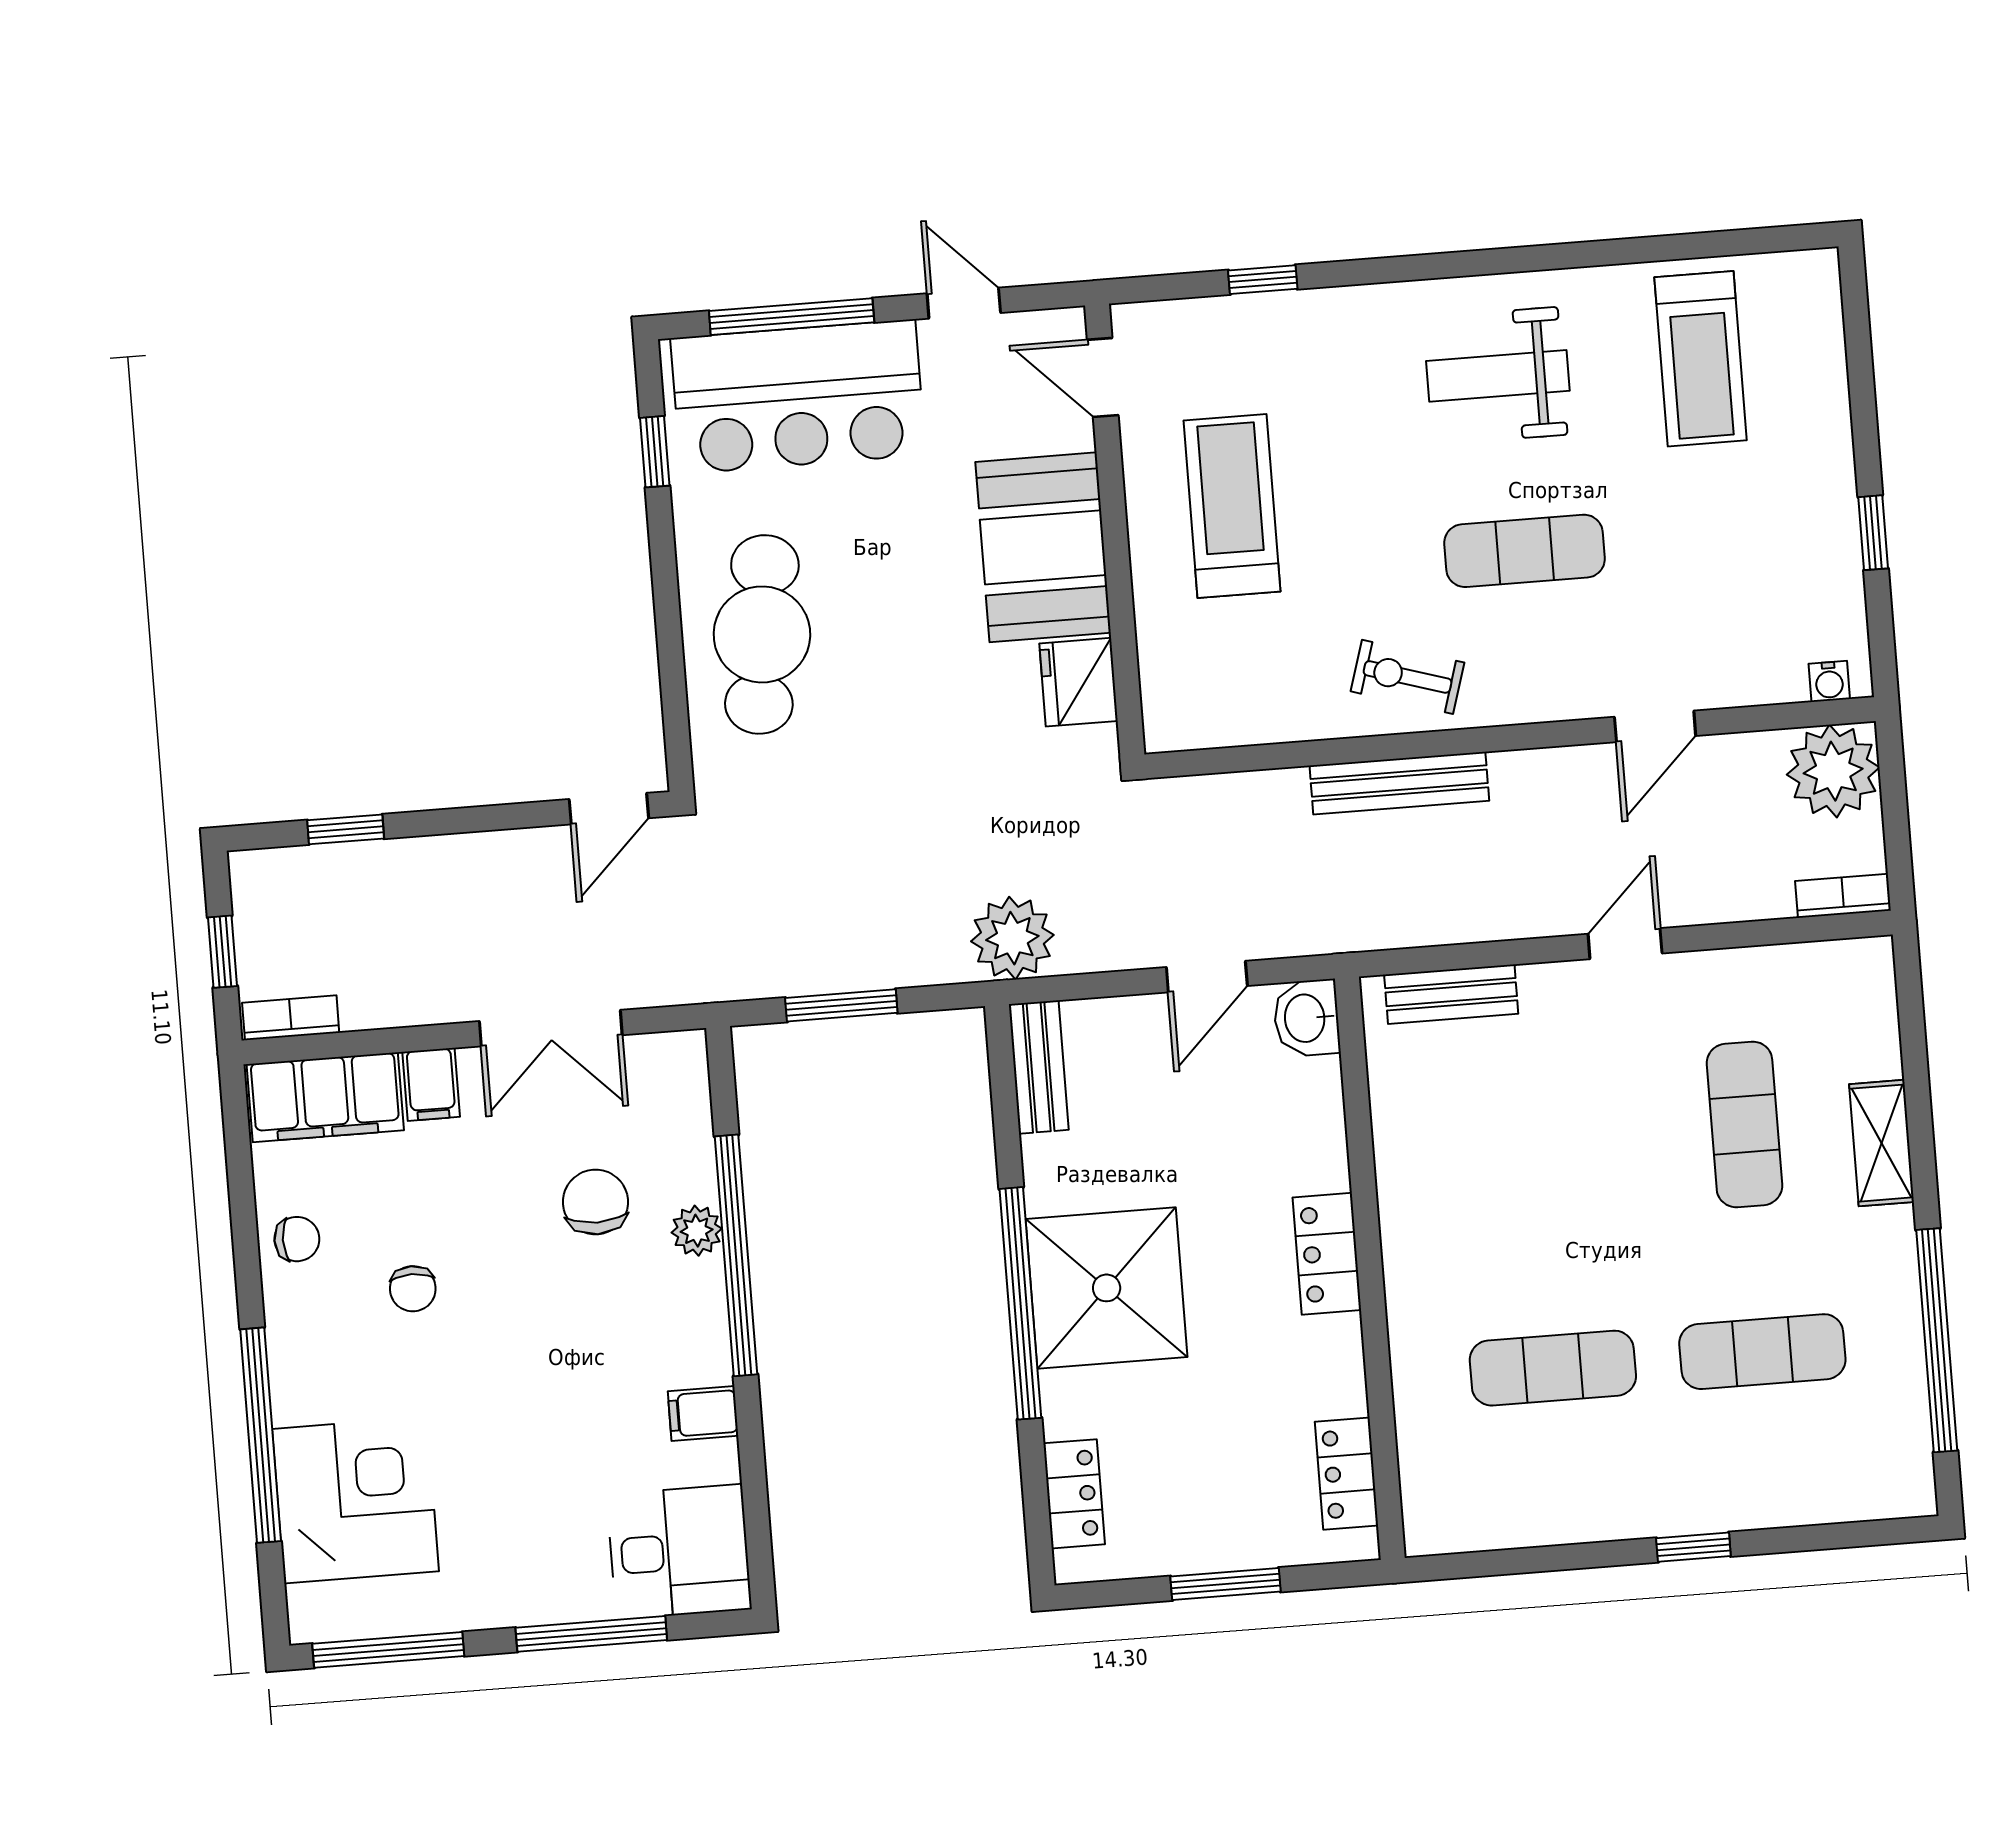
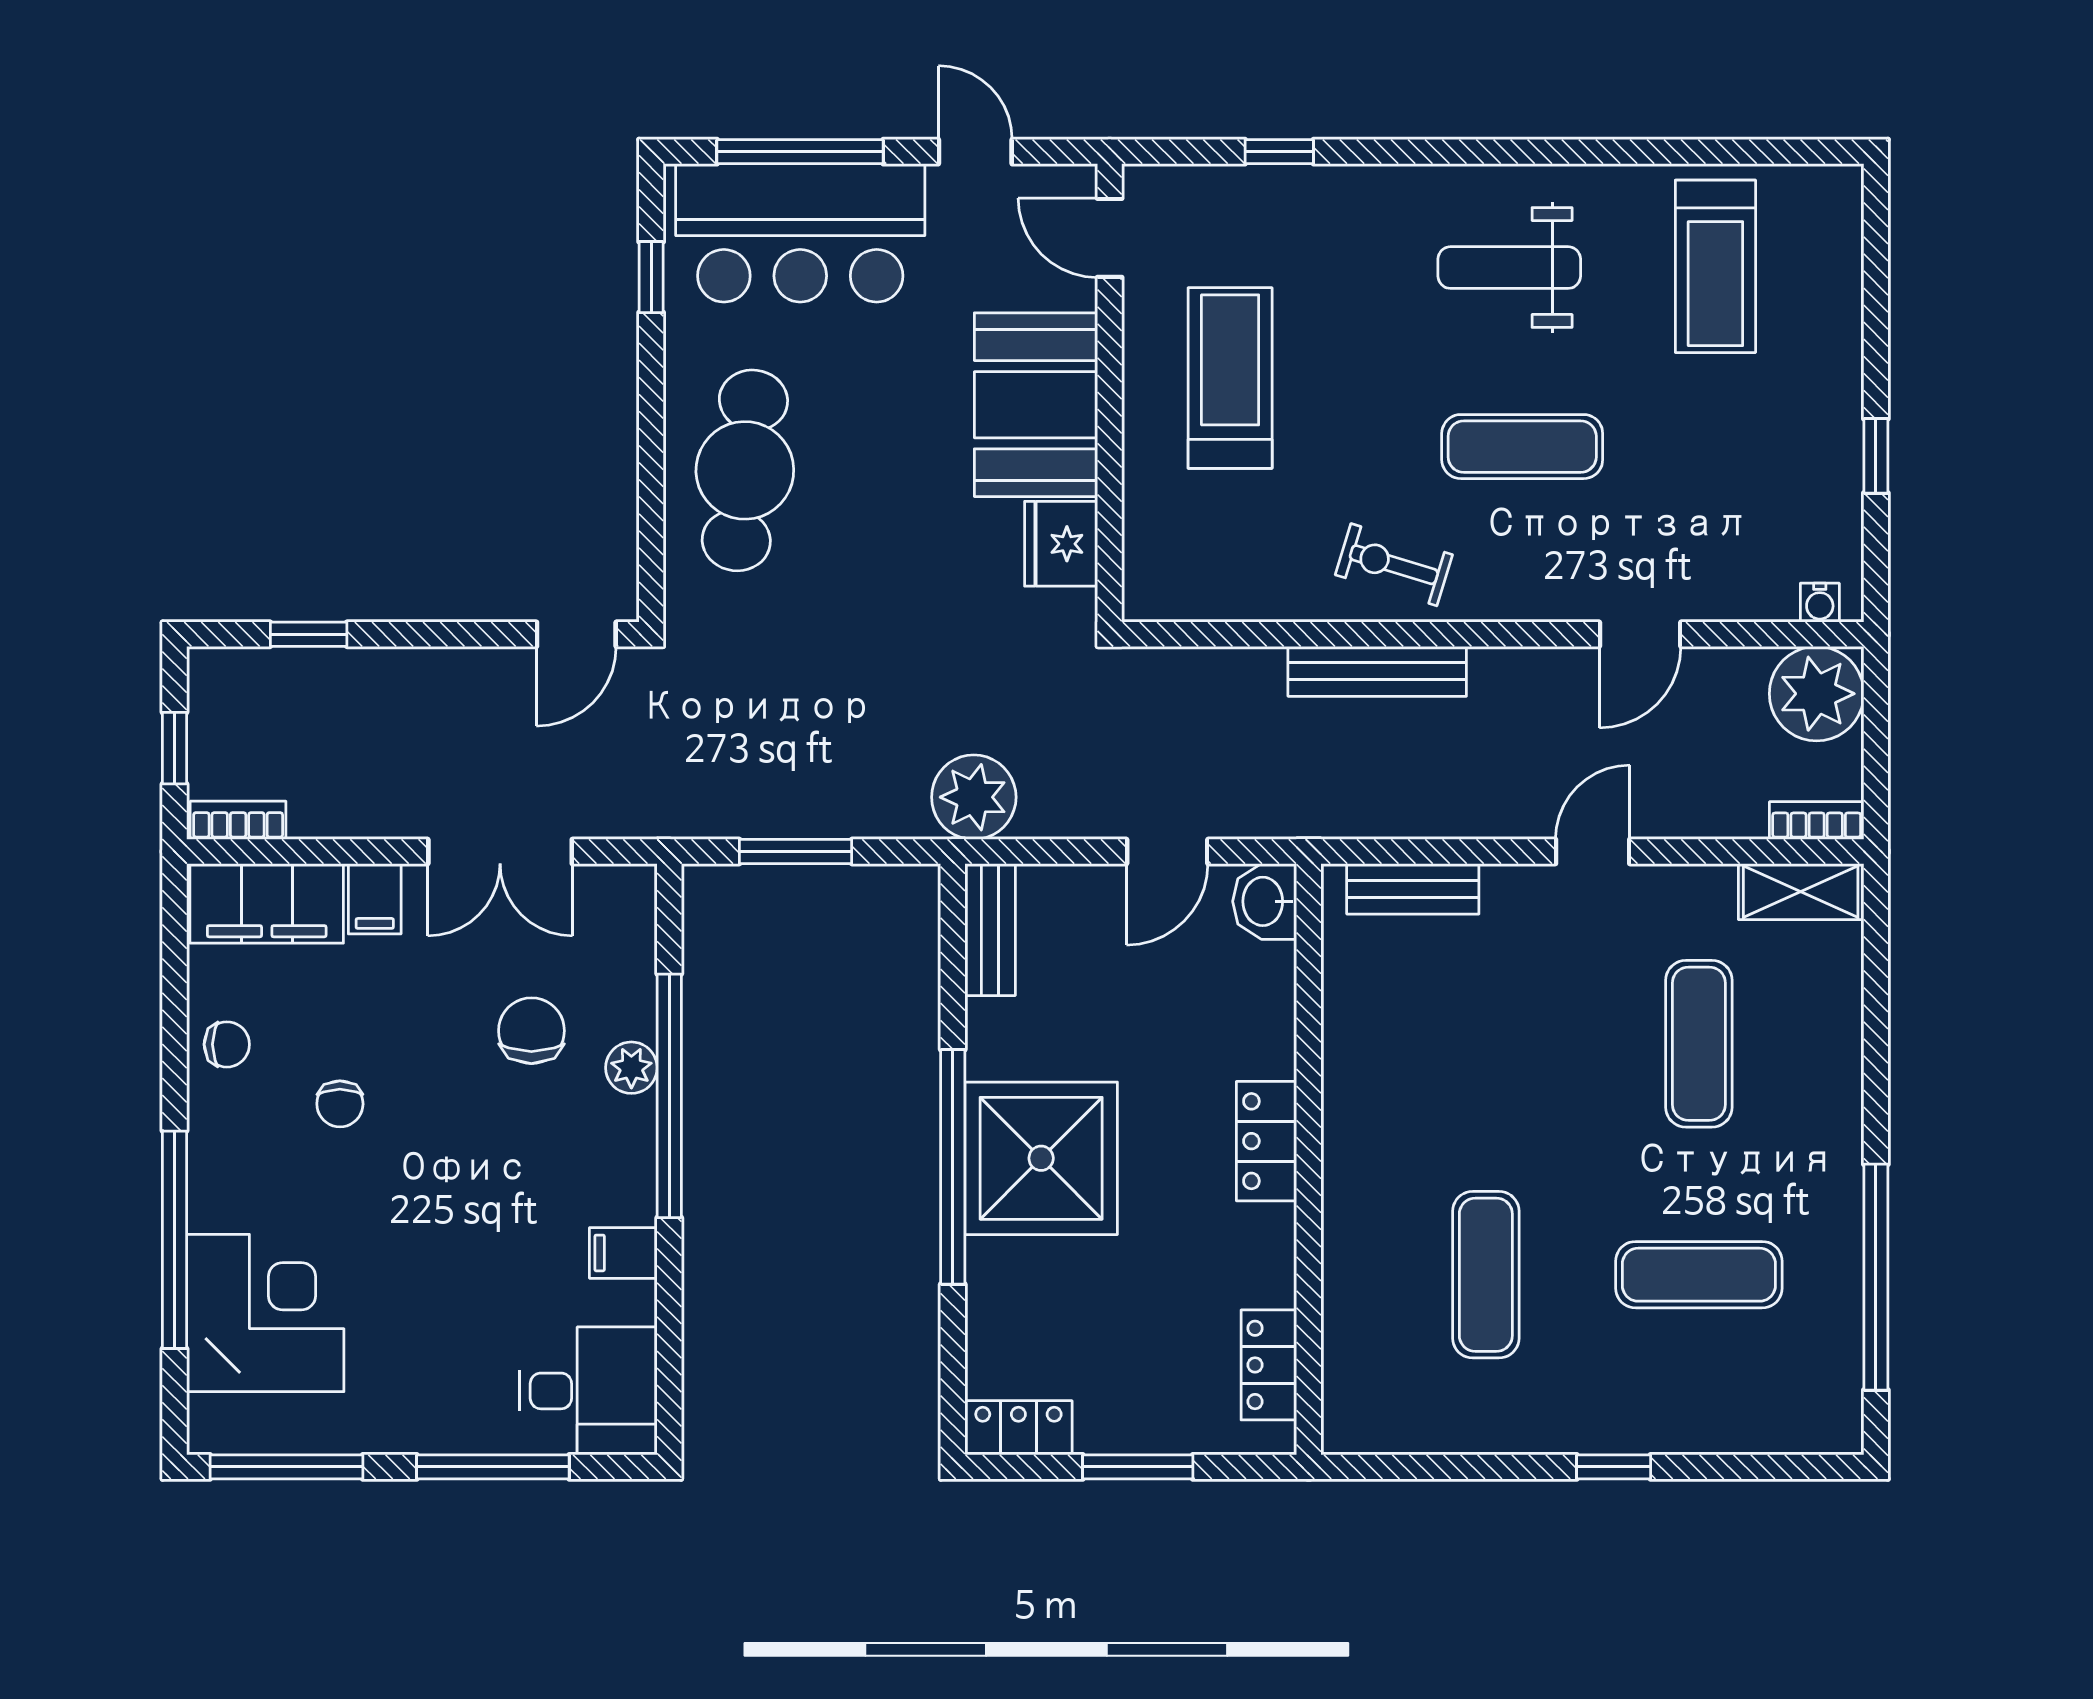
shelving: (1882, 1143) -> (1801, 892), moved, turned 90
exercise mat: (1553, 1368) -> (1486, 1275), turned 90
locker: (1074, 1494) -> (1018, 1428), moved, turned -90

